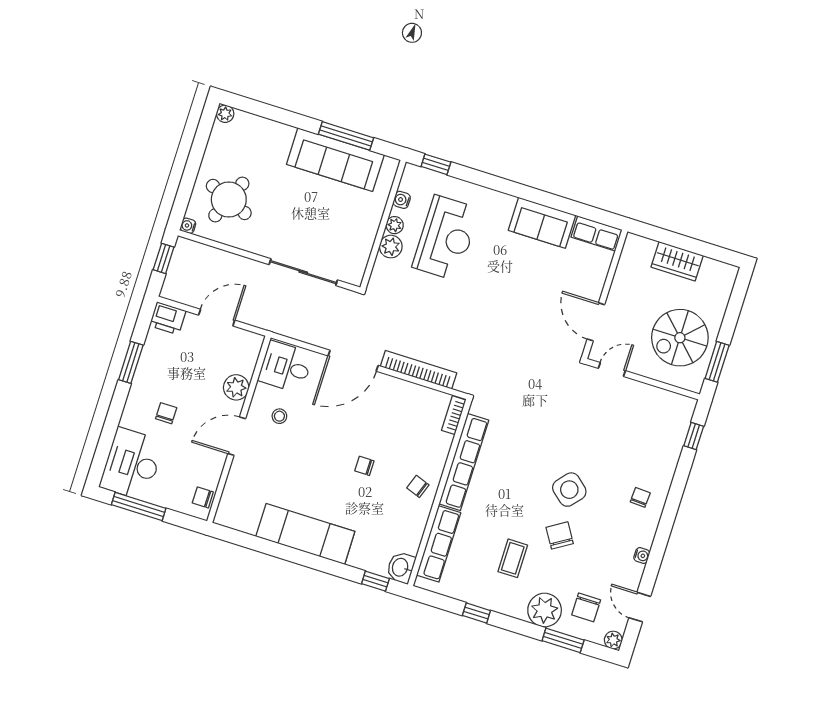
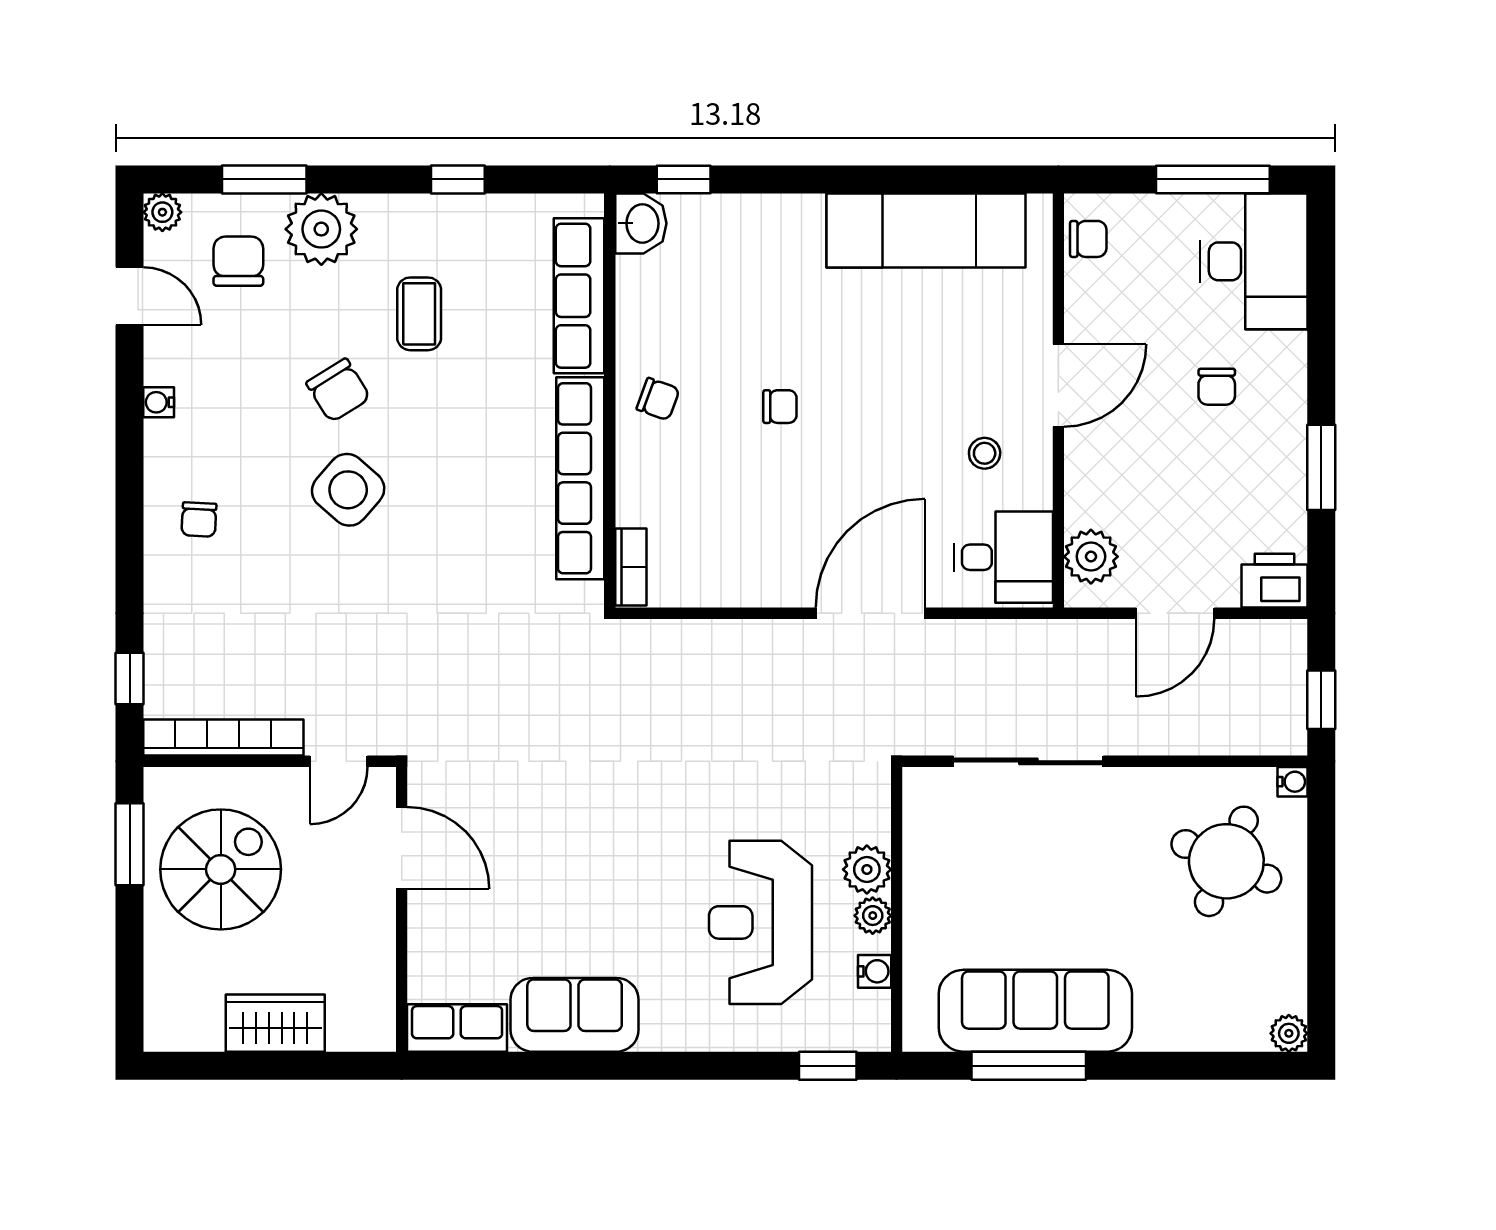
bookcase: (418, 370) -> (223, 738), moved, turned 180
plant: (236, 387) -> (1091, 557), moved
exam couch: (305, 534) -> (926, 230), moved

